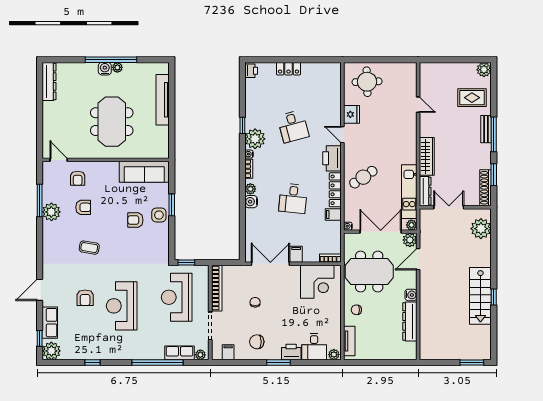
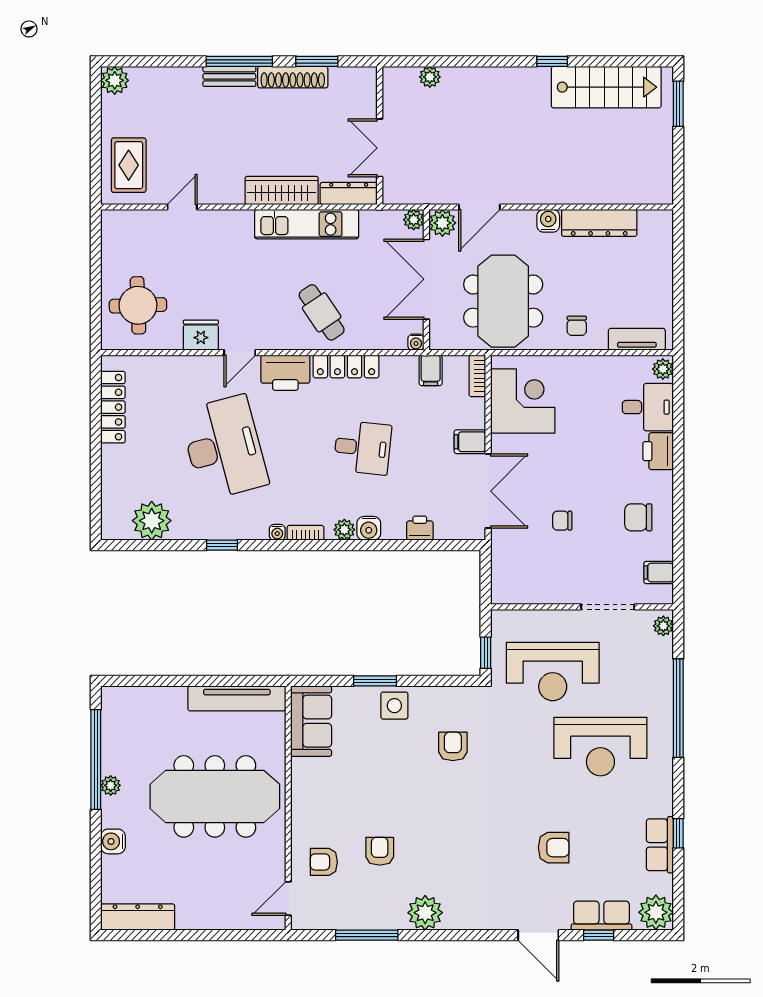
window: (111, 60) -> (96, 760), moved
water cooler: (105, 69) -> (113, 841), moved
locker: (289, 69) -> (113, 407), moved, width x1.53
printer: (251, 71) -> (420, 528), moved
rug: (472, 98) -> (129, 165), moved
tv unit: (163, 100) -> (237, 698), moved
meeting table: (112, 122) -> (215, 796), width x1.36
desk: (293, 126) -> (224, 448), width x1.87, depth x1.30
plant: (255, 139) -> (152, 521), moved
sofa: (144, 172) -> (311, 721), width x0.73
armchair: (78, 178) -> (324, 862), turned 180
shoe rack: (486, 188) -> (293, 77), moved
kitchen unit: (409, 192) -> (307, 224), moved
plant: (51, 212) -> (425, 913), moved
filing cabinet: (333, 215) -> (431, 370), moved
armchair: (135, 220) -> (453, 746), moved, turned 180
plant: (481, 229) -> (430, 77), width x0.53, depth x0.53
coffee table: (89, 248) -> (457, 840), removed
door: (418, 259) -> (479, 207), hinge flipped
double door: (270, 264) -> (488, 491), swing flipped
bookcase: (217, 288) -> (535, 594), removed
stairs: (480, 296) -> (606, 87), moved
reception desk: (122, 306) -> (600, 747), moved
window: (40, 338) -> (599, 935), moved
chair: (257, 342) -> (638, 517), turned 90
row of seats: (180, 353) -> (660, 845), moved
window: (278, 363) -> (678, 476), removed

